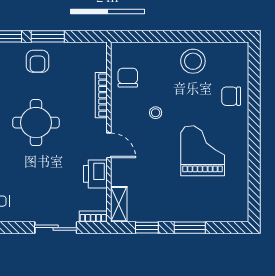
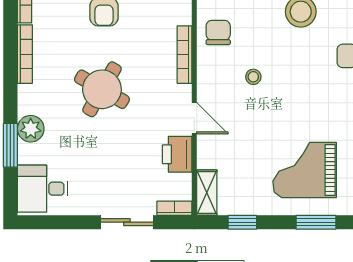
round table: (36, 123) -> (102, 89), turned 30
grand piano: (203, 151) -> (305, 170), moved, turned -90
window: (190, 228) -> (316, 222), moved

